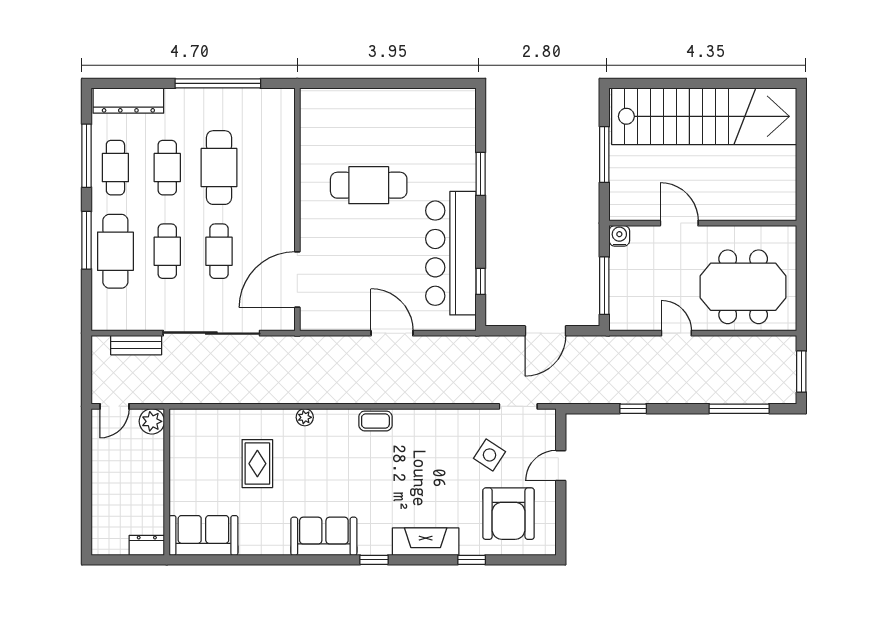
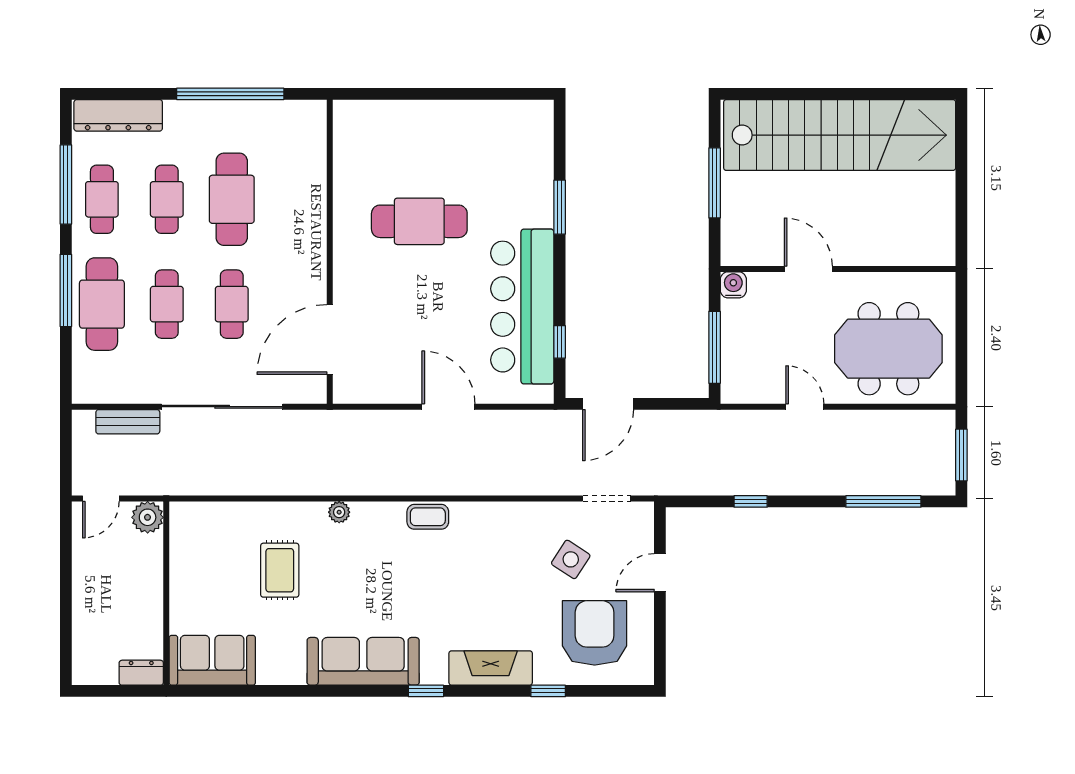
door: (545, 331) -> (608, 404), moved
armchair: (509, 514) -> (595, 633), turned 180
sofa: (324, 536) -> (363, 661), width x1.36

